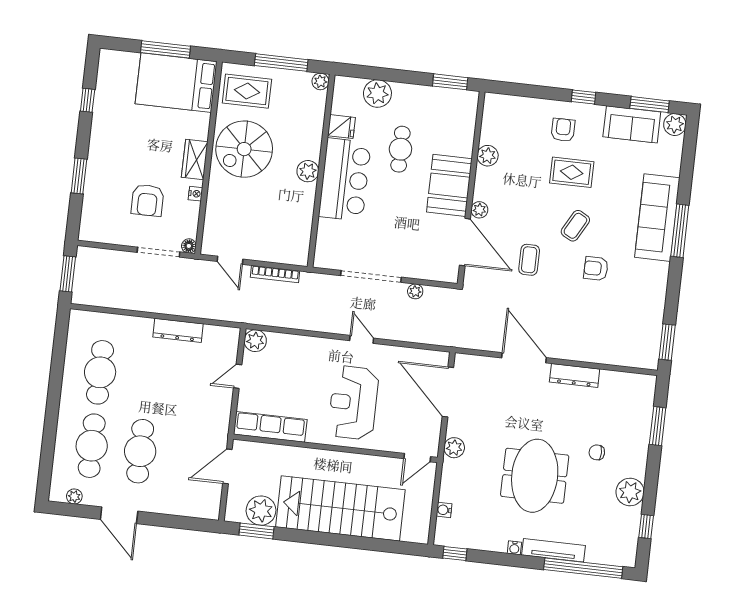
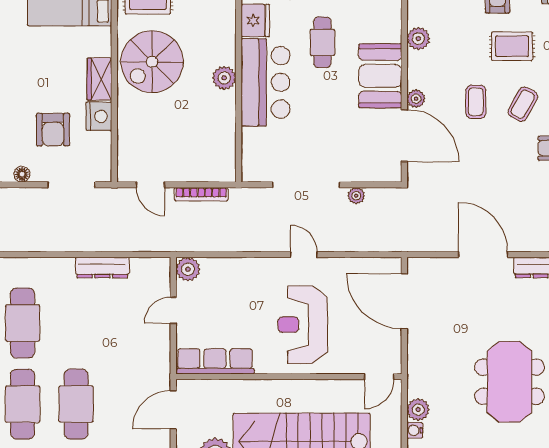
fridge: (341, 127) -> (255, 21), width x1.38
nightstand: (196, 194) -> (99, 116), width x1.89, depth x1.79
floor lamp: (189, 246) -> (22, 174), moved
coffee table: (529, 260) -> (476, 102), moved
plant: (454, 448) -> (418, 410), moved

